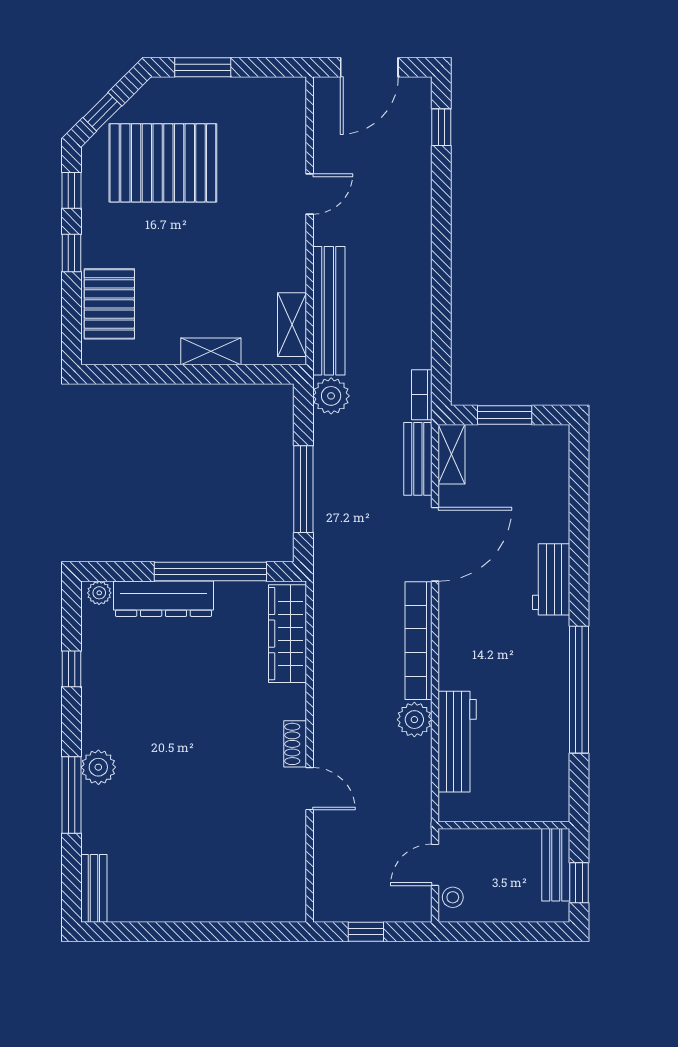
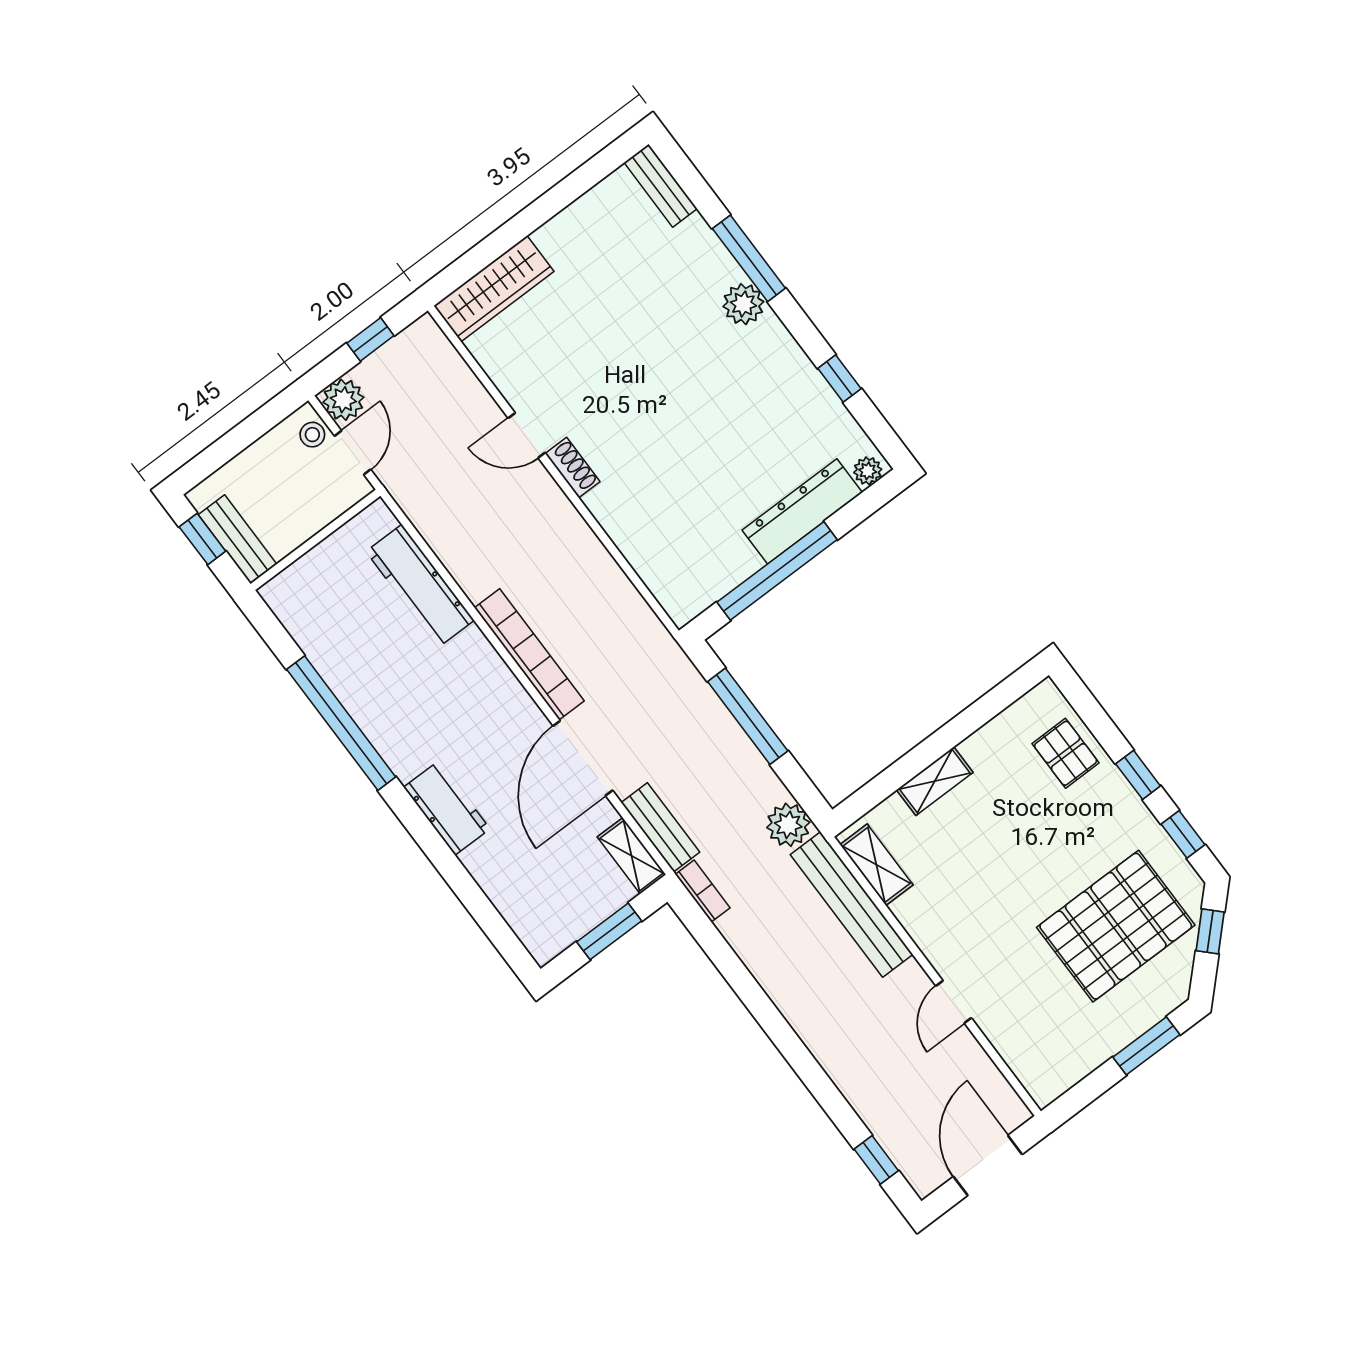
pallet: (109, 304) -> (1066, 753), width x0.67, depth x0.71
wardrobe: (288, 634) -> (494, 289), moved, turned 90
plant: (414, 720) -> (343, 400), moved

